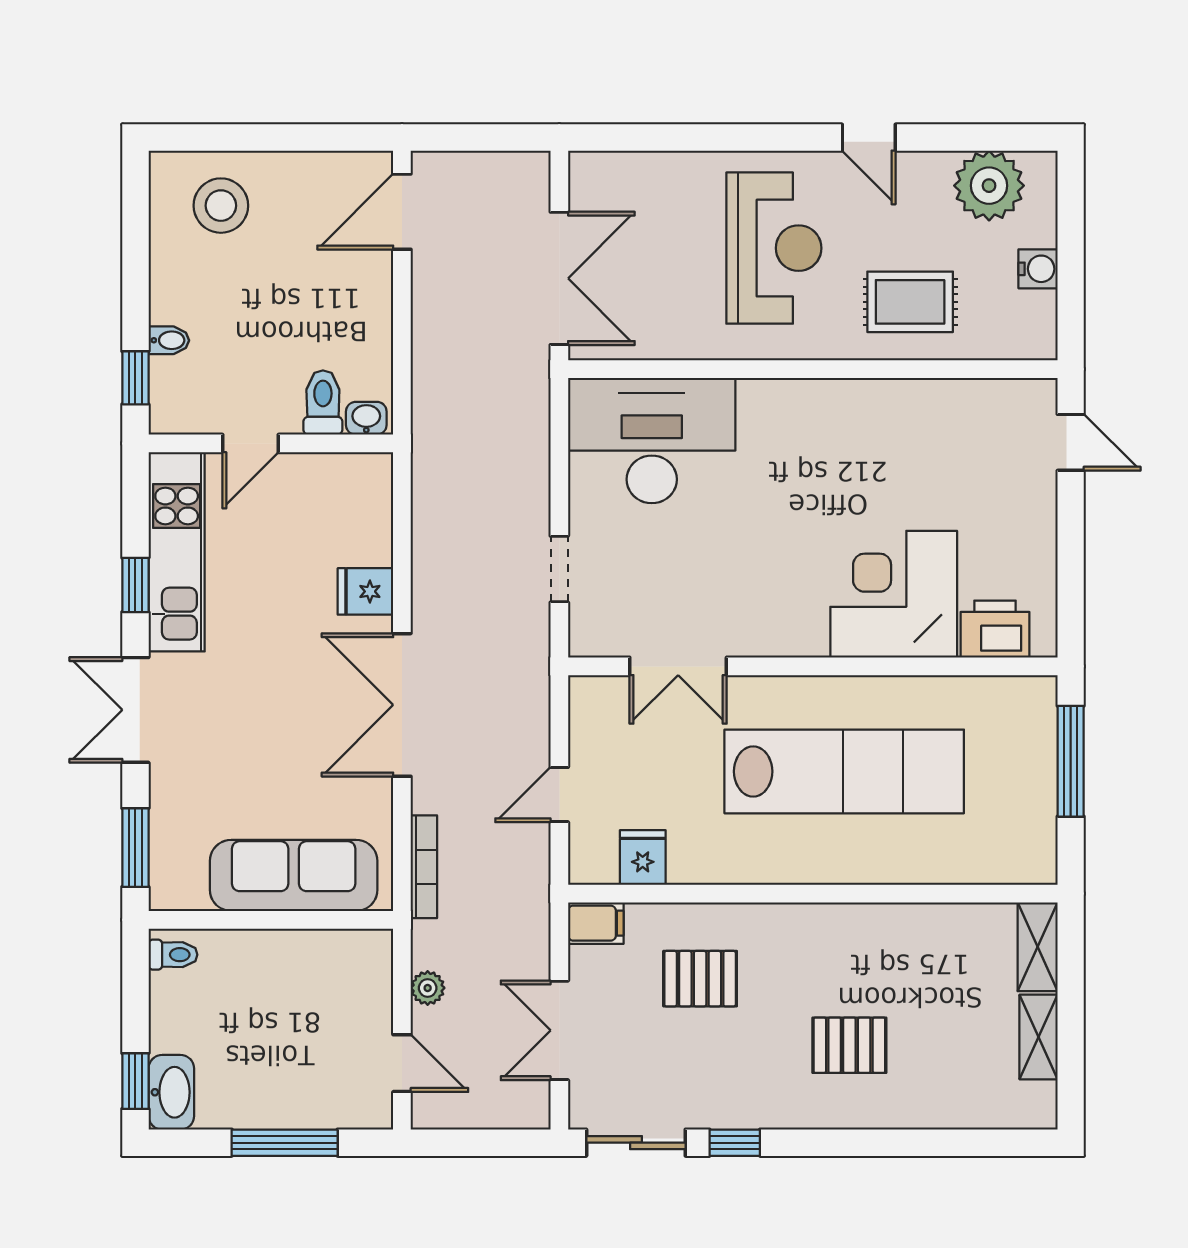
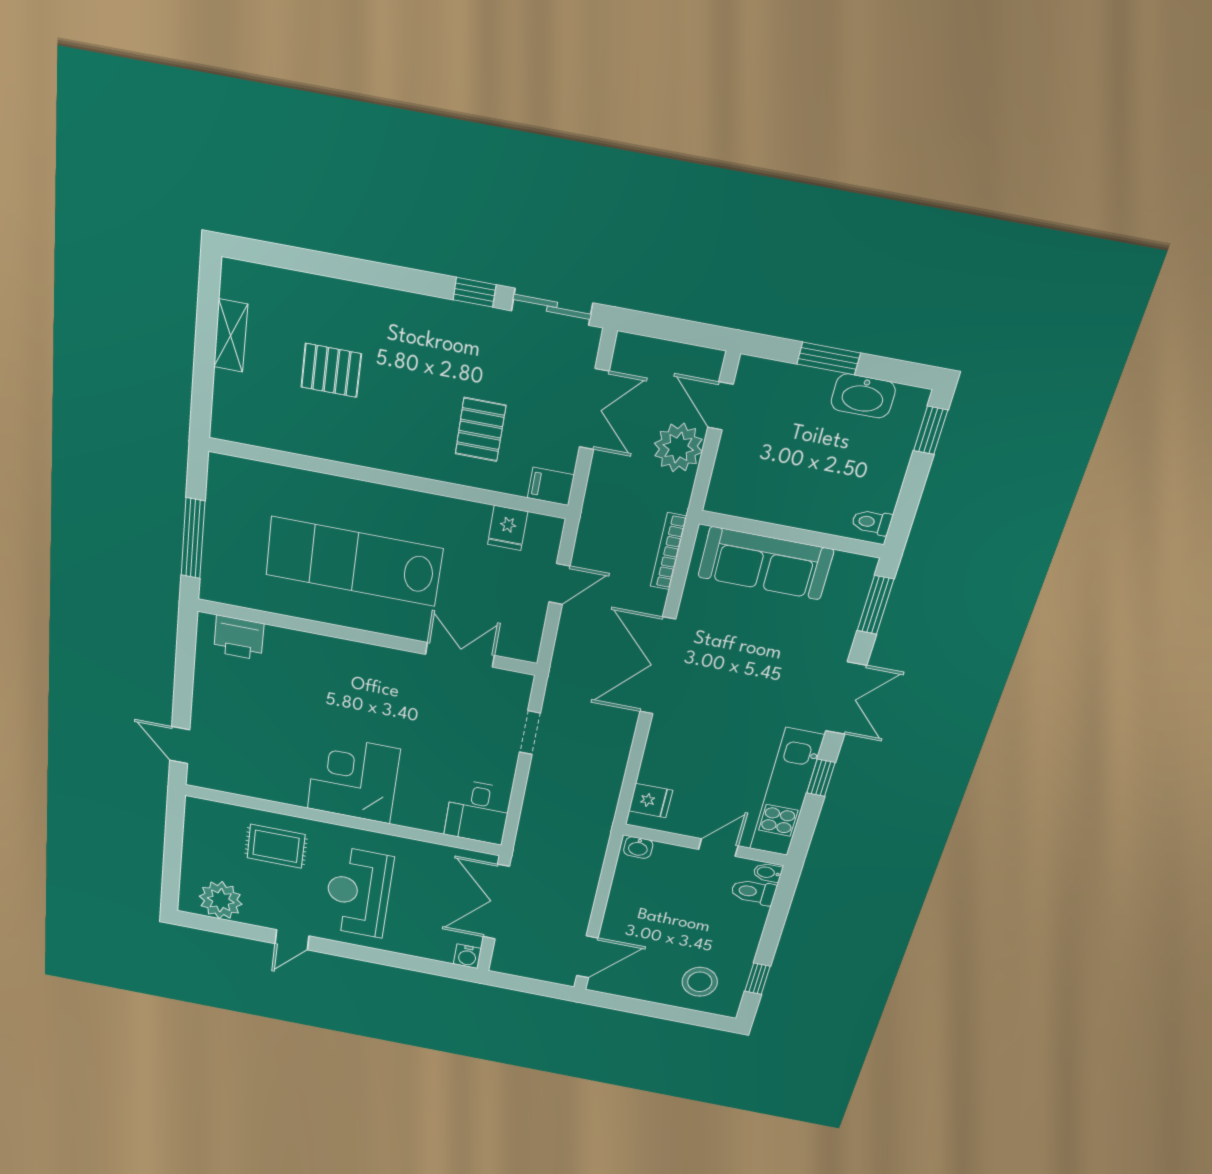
door: (869, 138) -> (292, 940), swing flipped
water cooler: (1038, 269) -> (467, 956), moved, turned -90
bidet: (169, 340) -> (768, 873), moved
window: (135, 378) -> (757, 979), moved
toilet: (323, 403) -> (754, 892), moved, turned 90
desk: (652, 441) -> (478, 812), width x0.53, depth x0.77
fridge: (365, 591) -> (651, 801), moved
corner desk: (894, 594) -> (353, 779), moved, turned 180
double door: (402, 705) -> (658, 666), swing flipped
shelving: (1038, 947) -> (226, 407), removed
pallet: (700, 979) -> (480, 430), turned 90
plant: (428, 988) -> (678, 448), width x1.88, depth x1.88
pallet: (849, 1045) -> (331, 370), moved
washbasin: (171, 1092) -> (863, 396), moved, turned -90
window: (285, 1143) -> (829, 358), width x0.69

